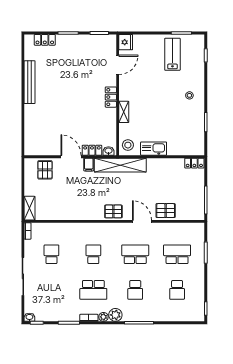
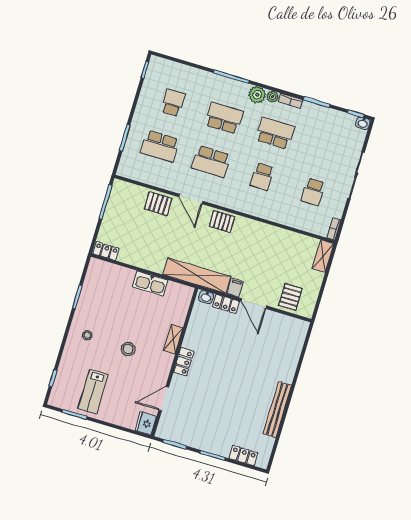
stool: (128, 145) -> (128, 349), moved
school desk: (135, 290) -> (224, 118), width x1.85

